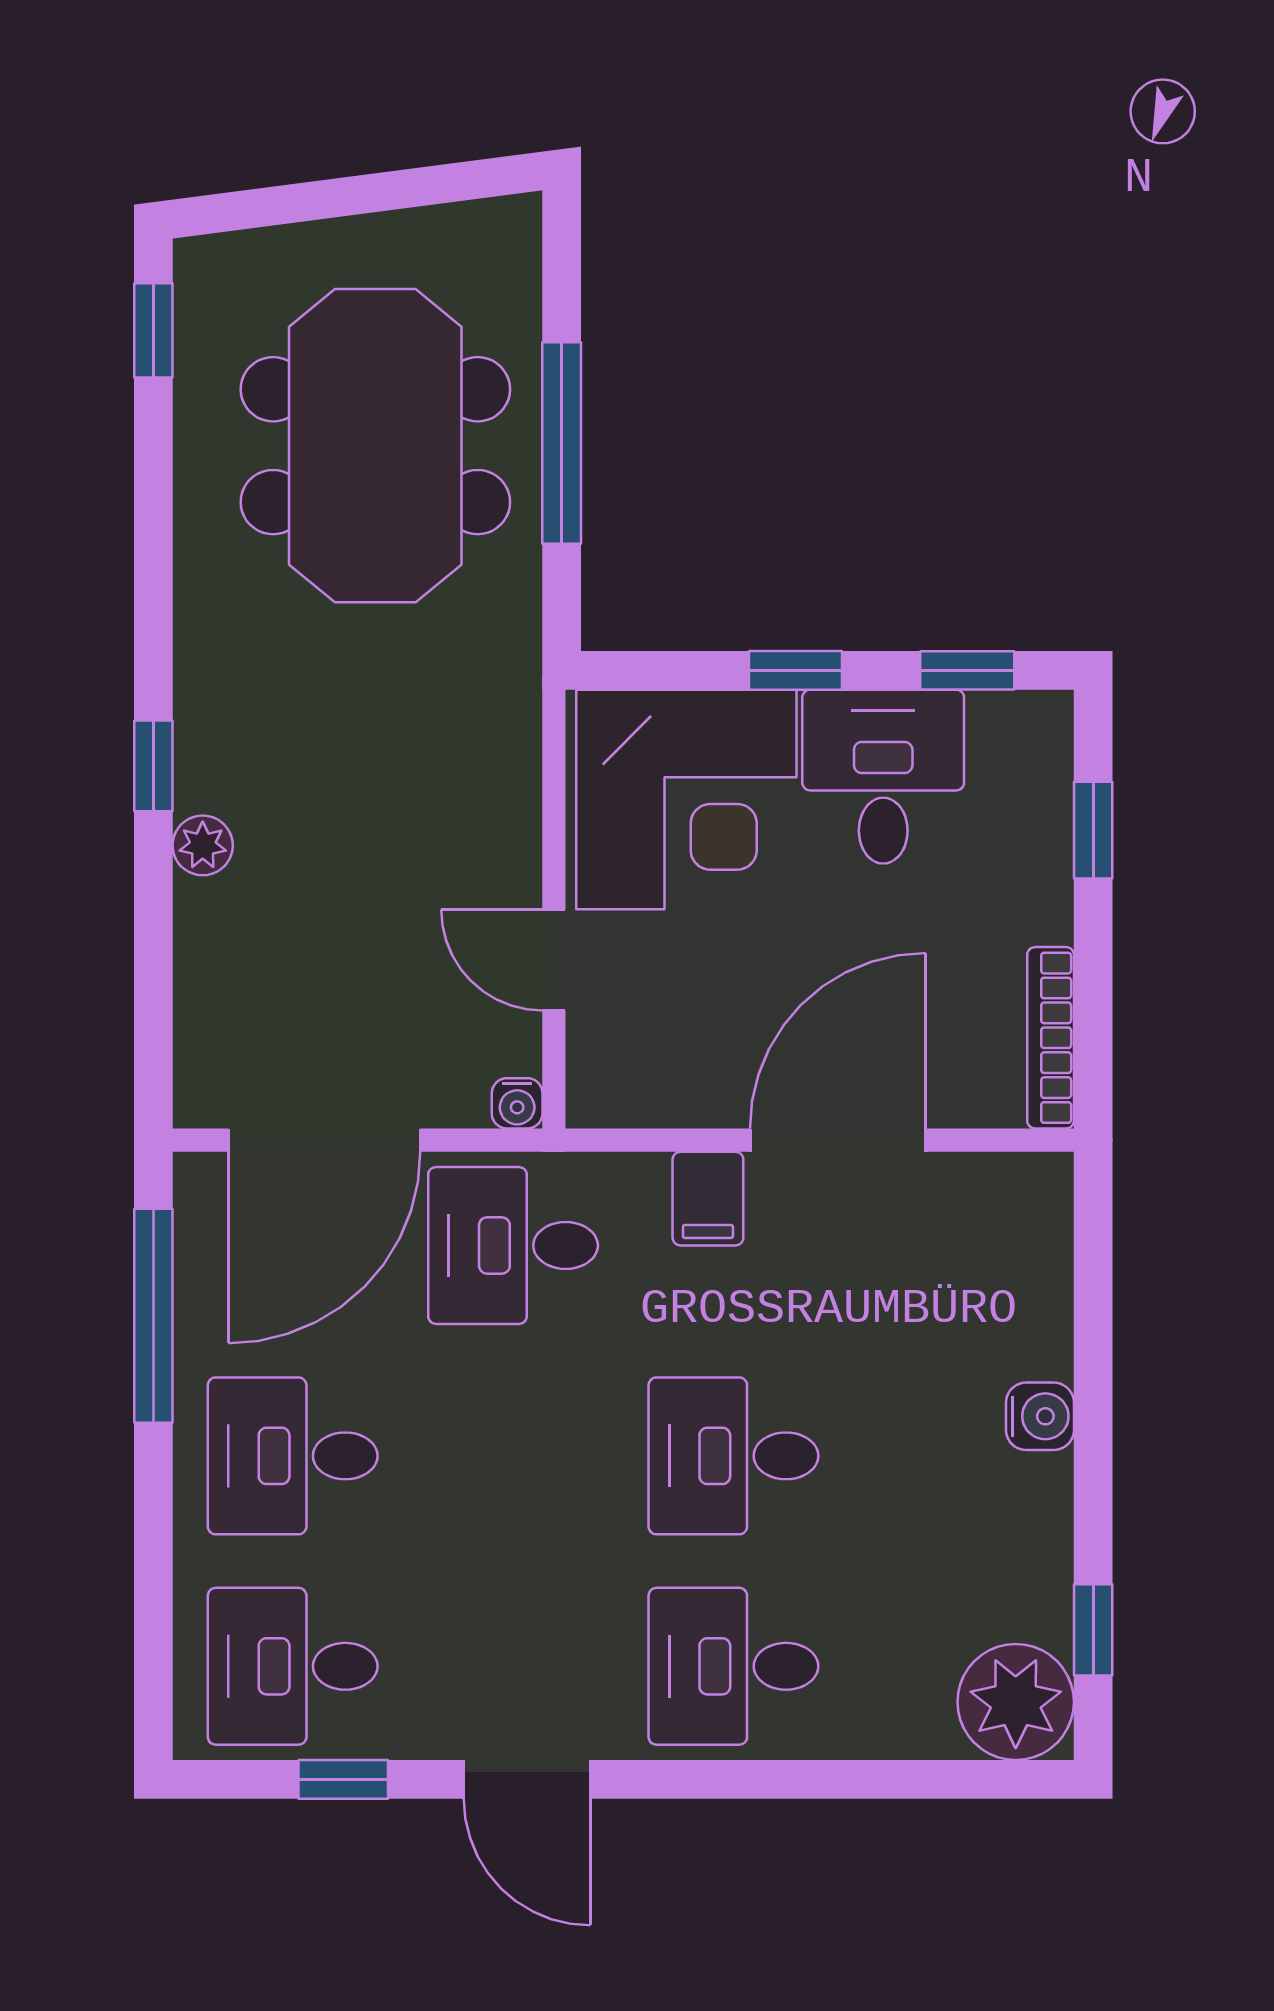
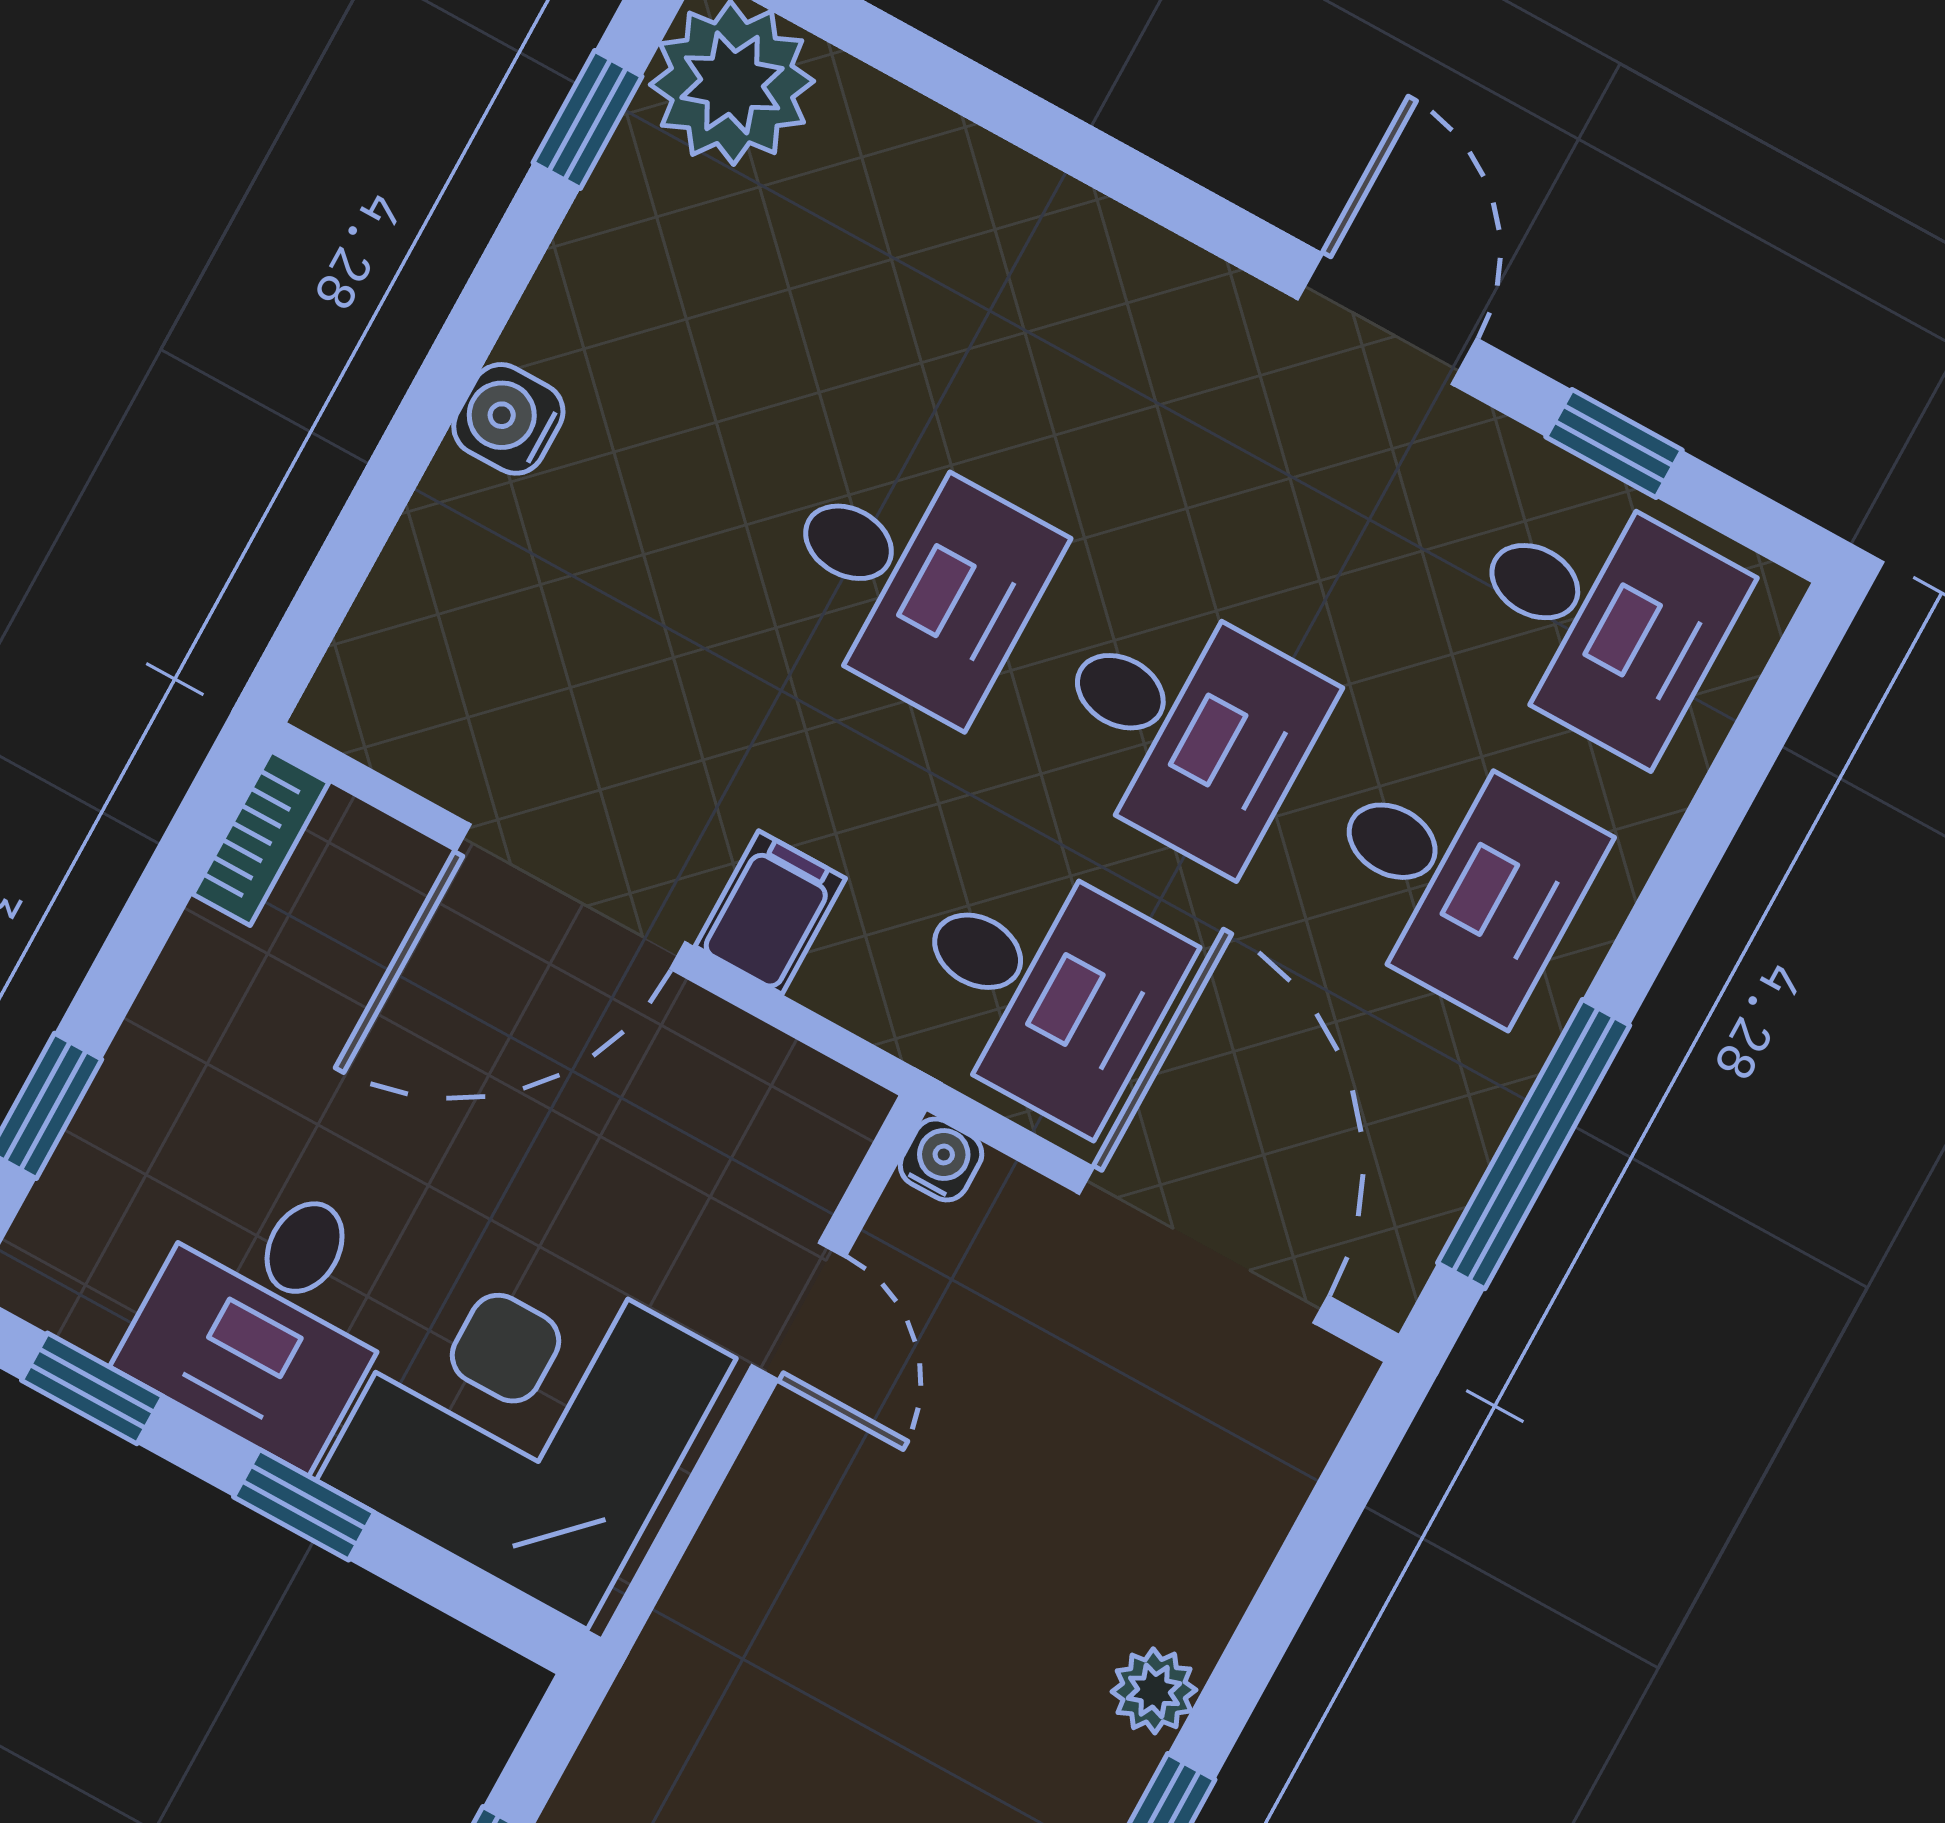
bookcase: (1051, 1038) -> (261, 838), width x0.64
door: (324, 1140) -> (1204, 1245), hinge flipped
desk: (733, 1666) -> (1185, 727), moved

